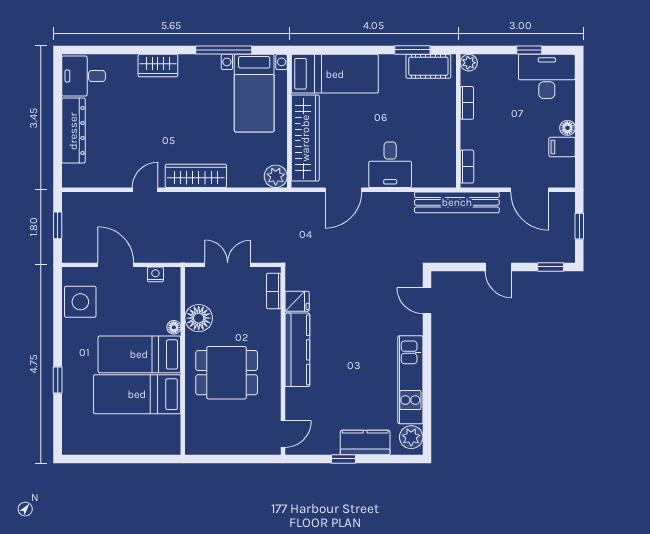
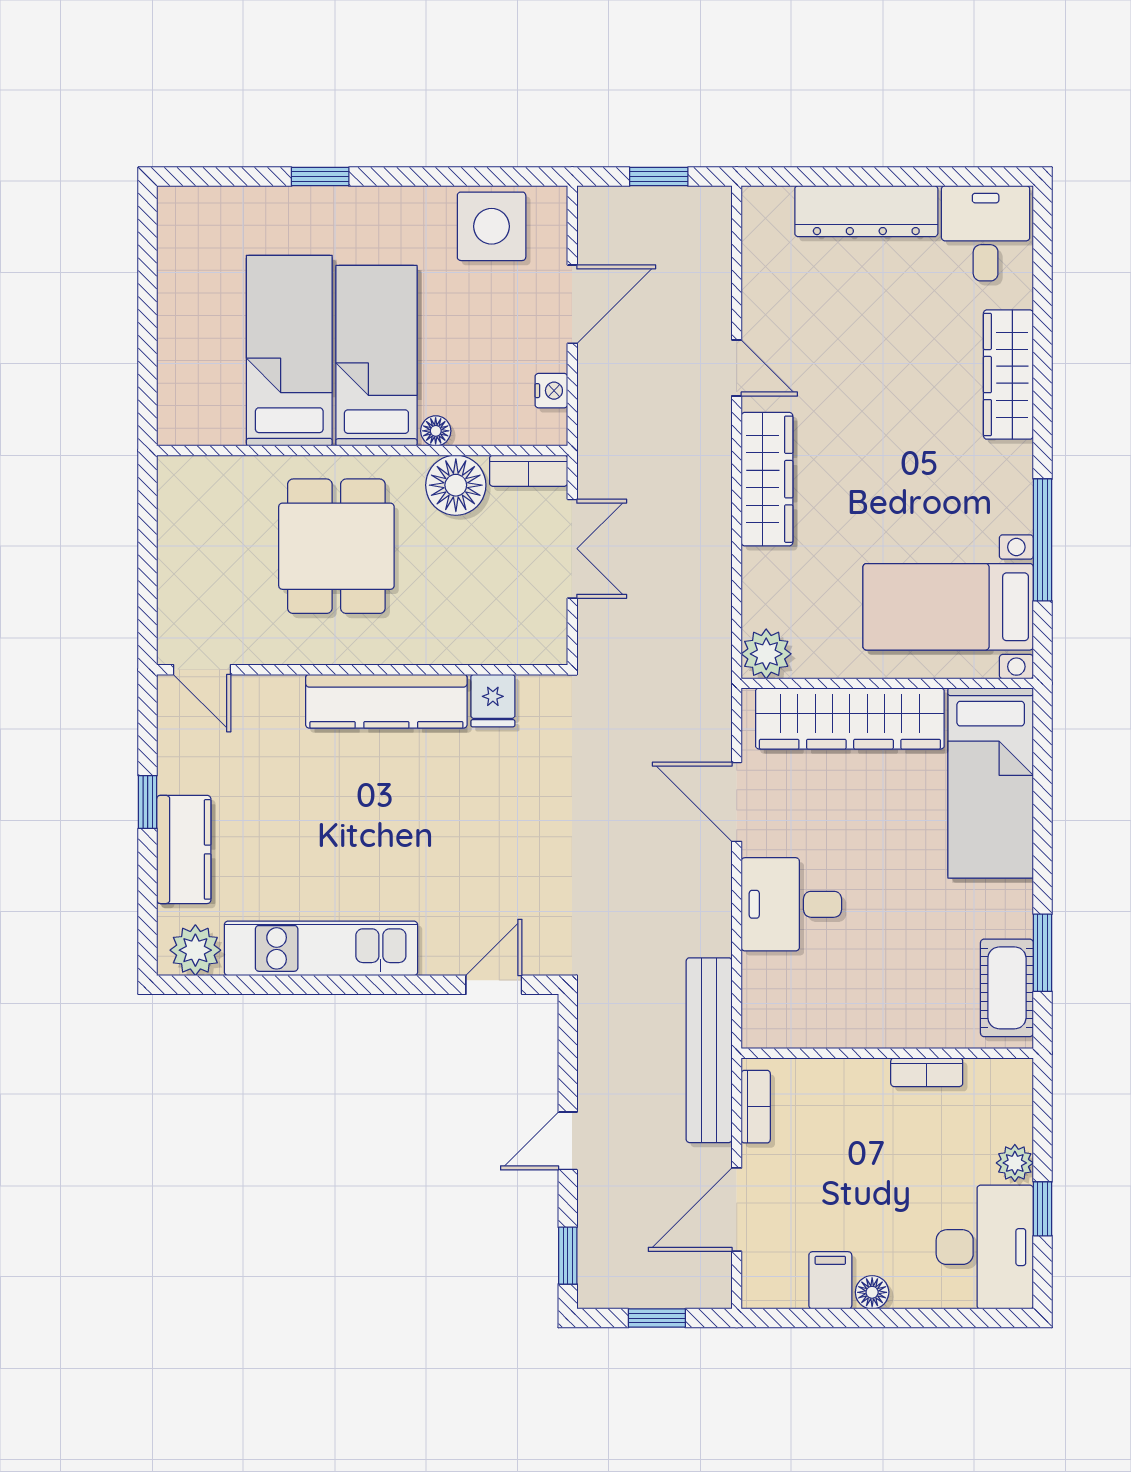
plant: (469, 63) -> (1015, 1163), moved
wardrobe: (158, 66) -> (1008, 375), width x1.50
bookcase: (467, 167) -> (756, 1107), moved, turned -90
bookcase: (274, 291) -> (529, 471), moved, turned 180

